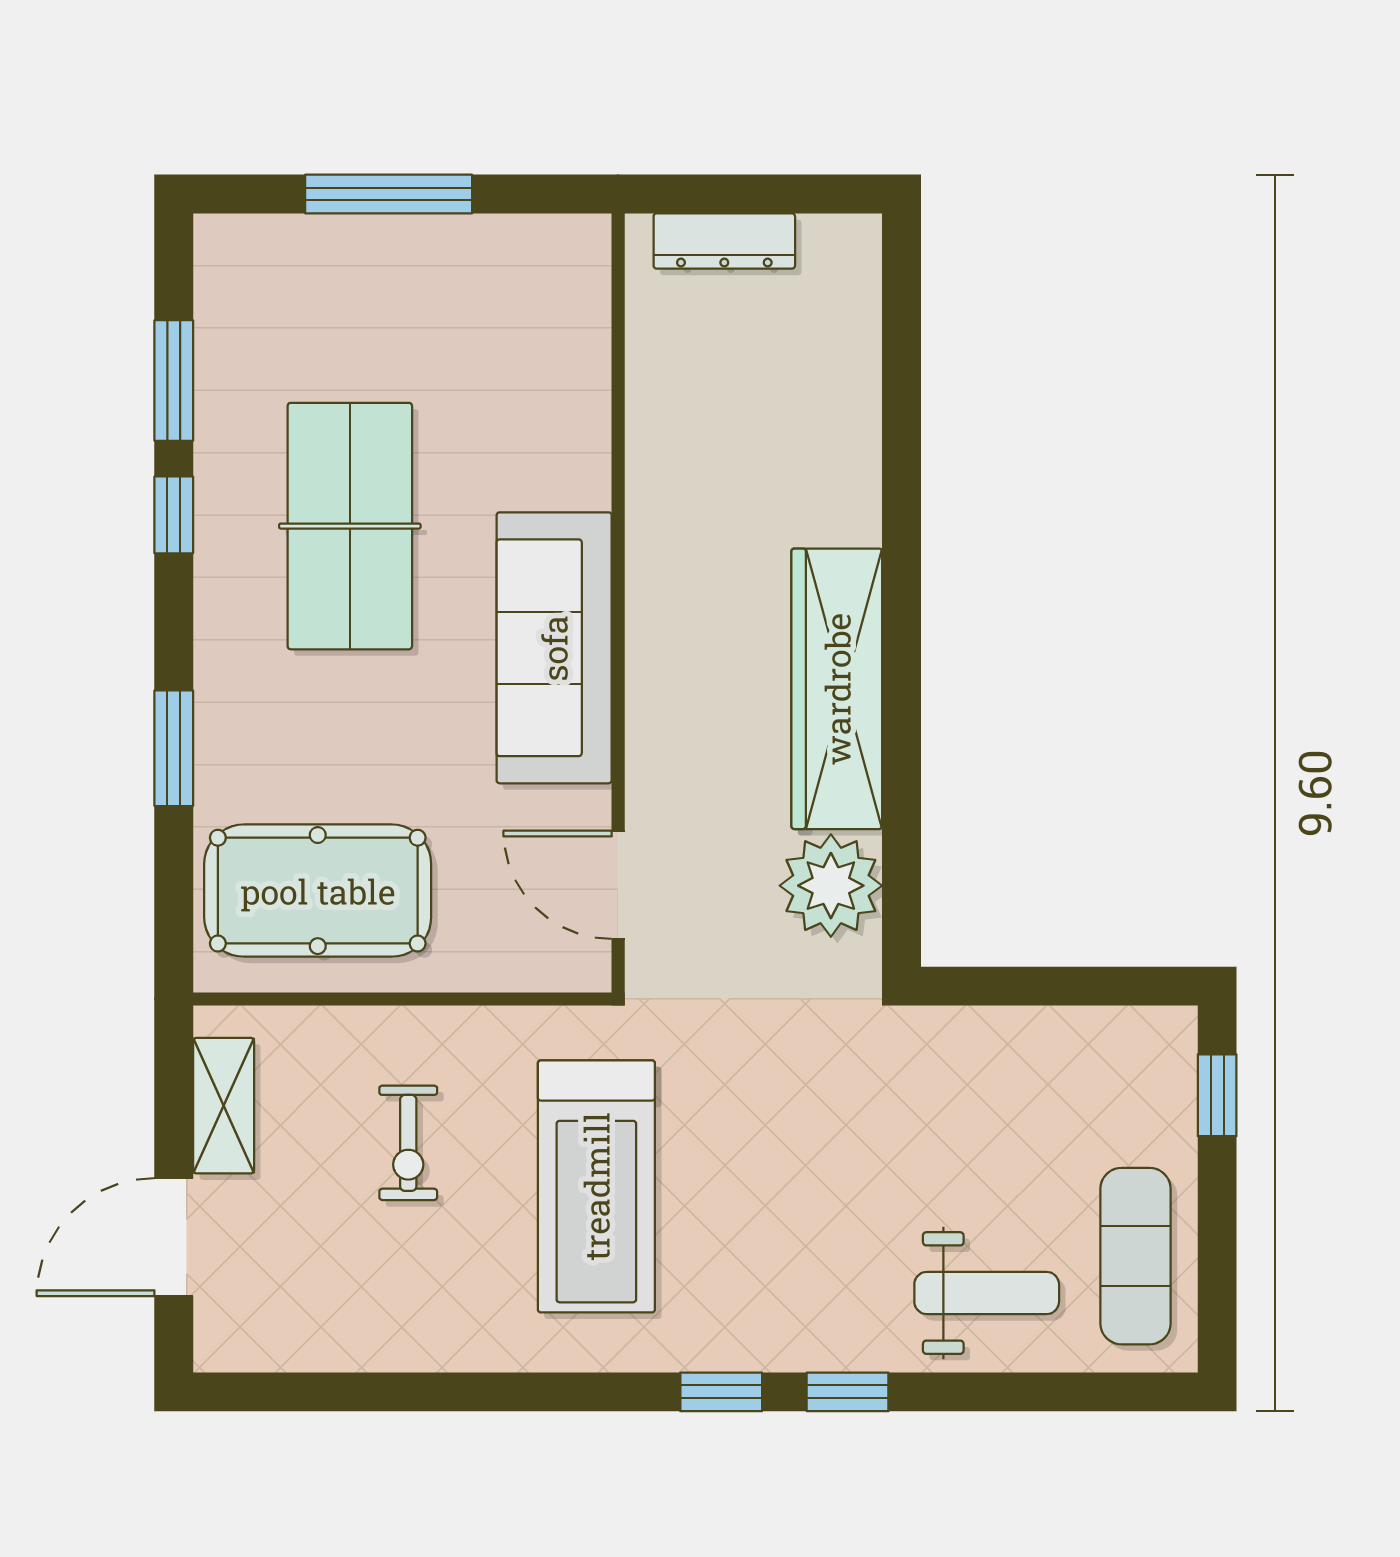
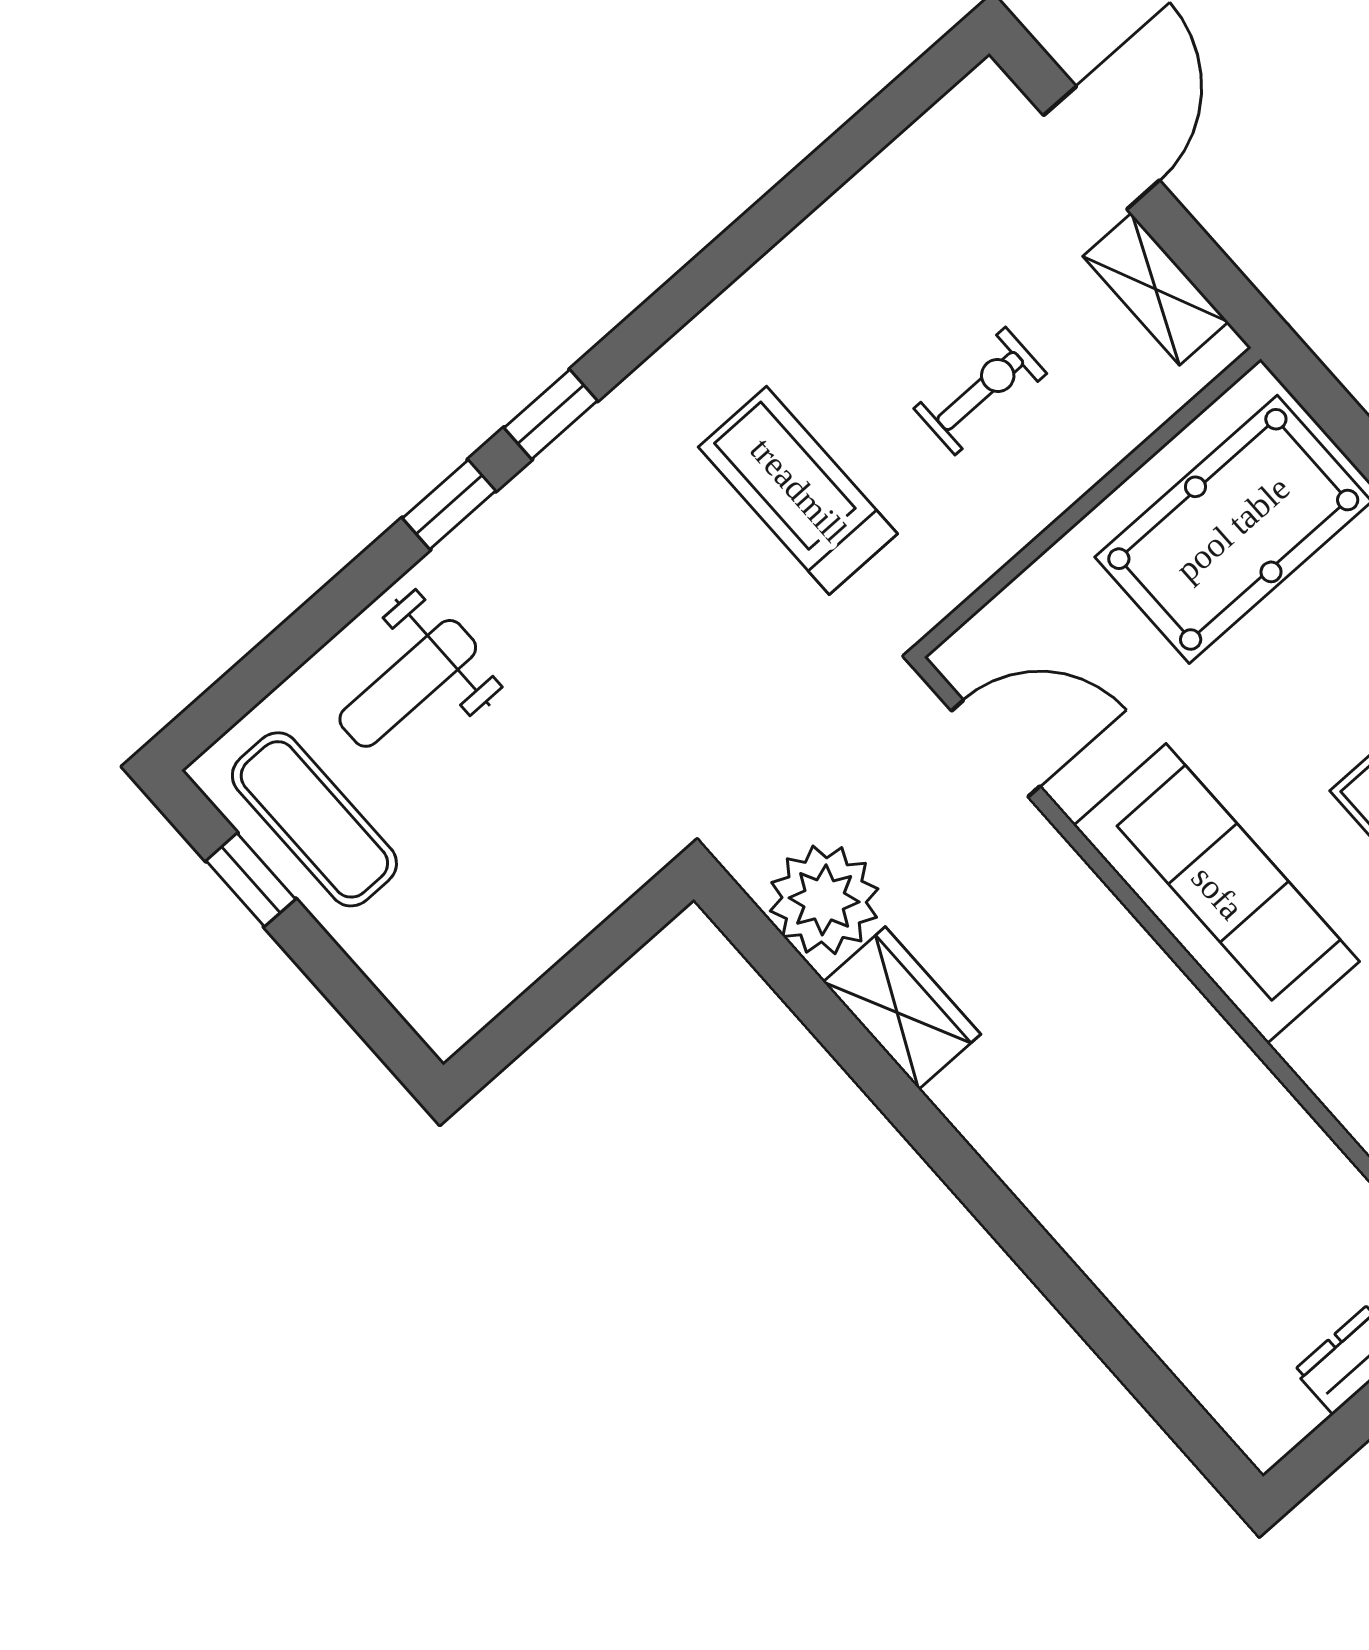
wardrobe: (837, 689) -> (902, 1008), width x0.48, depth x0.85
window: (1217, 1095) -> (251, 880), moved
exercise bike: (408, 1143) -> (980, 391), turned 90
treadmill: (596, 1186) -> (798, 490), width x0.73, depth x0.73

